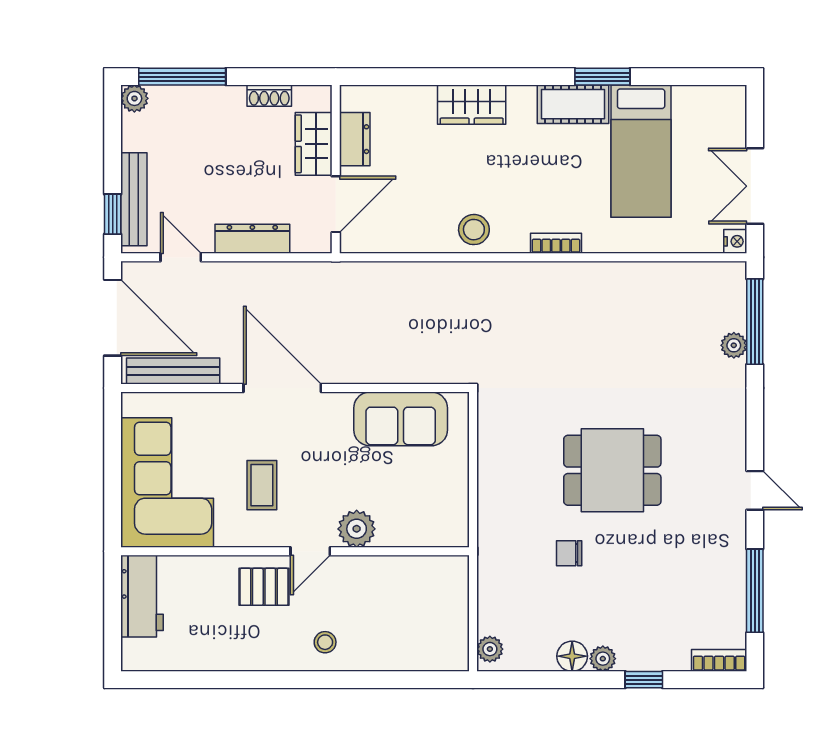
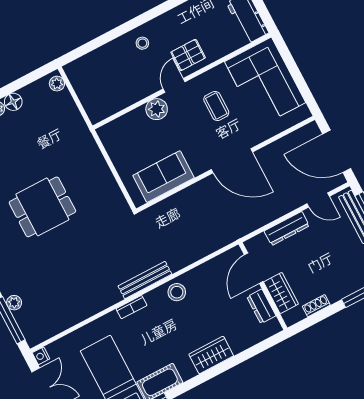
bench: (173, 371) -> (145, 280), moved
chair: (569, 553) -> (42, 153), removed

